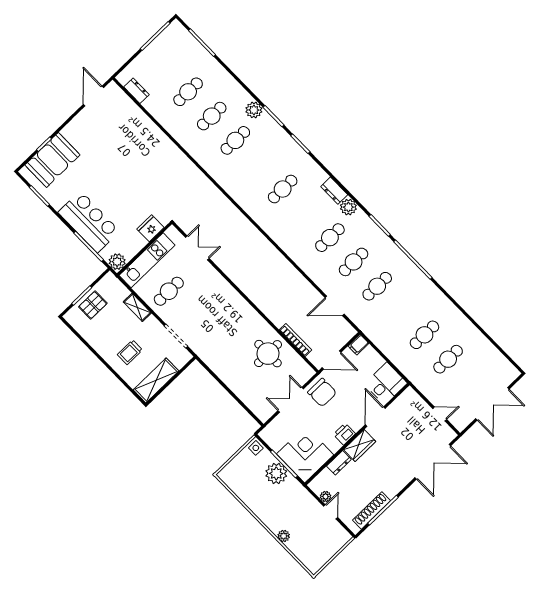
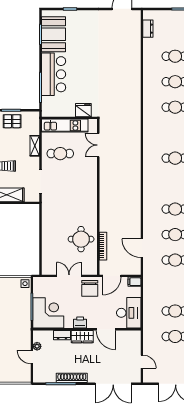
booth: (52, 160) -> (53, 34), moved, turned 90
double door: (197, 248) -> (98, 145), swing flipped
plant: (117, 262) -> (48, 111), removed
door: (332, 360) -> (112, 276), hinge flipped
desk: (386, 384) -> (129, 313), width x1.37
door: (375, 417) -> (106, 329), swing flipped
plant: (276, 473) -> (23, 308), removed
shoe rack: (372, 510) -> (72, 378), moved
door: (331, 512) -> (32, 357), swing flipped

